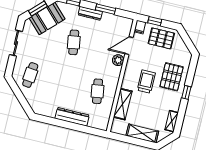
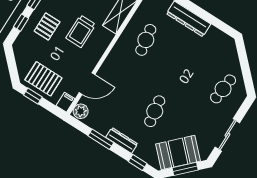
window: (155, 21) -> (33, 96), moved
plant: (118, 60) -> (81, 111), moved
window: (191, 73) -> (21, 23), added
pallet: (172, 77) -> (47, 26), width x0.67, depth x0.71

